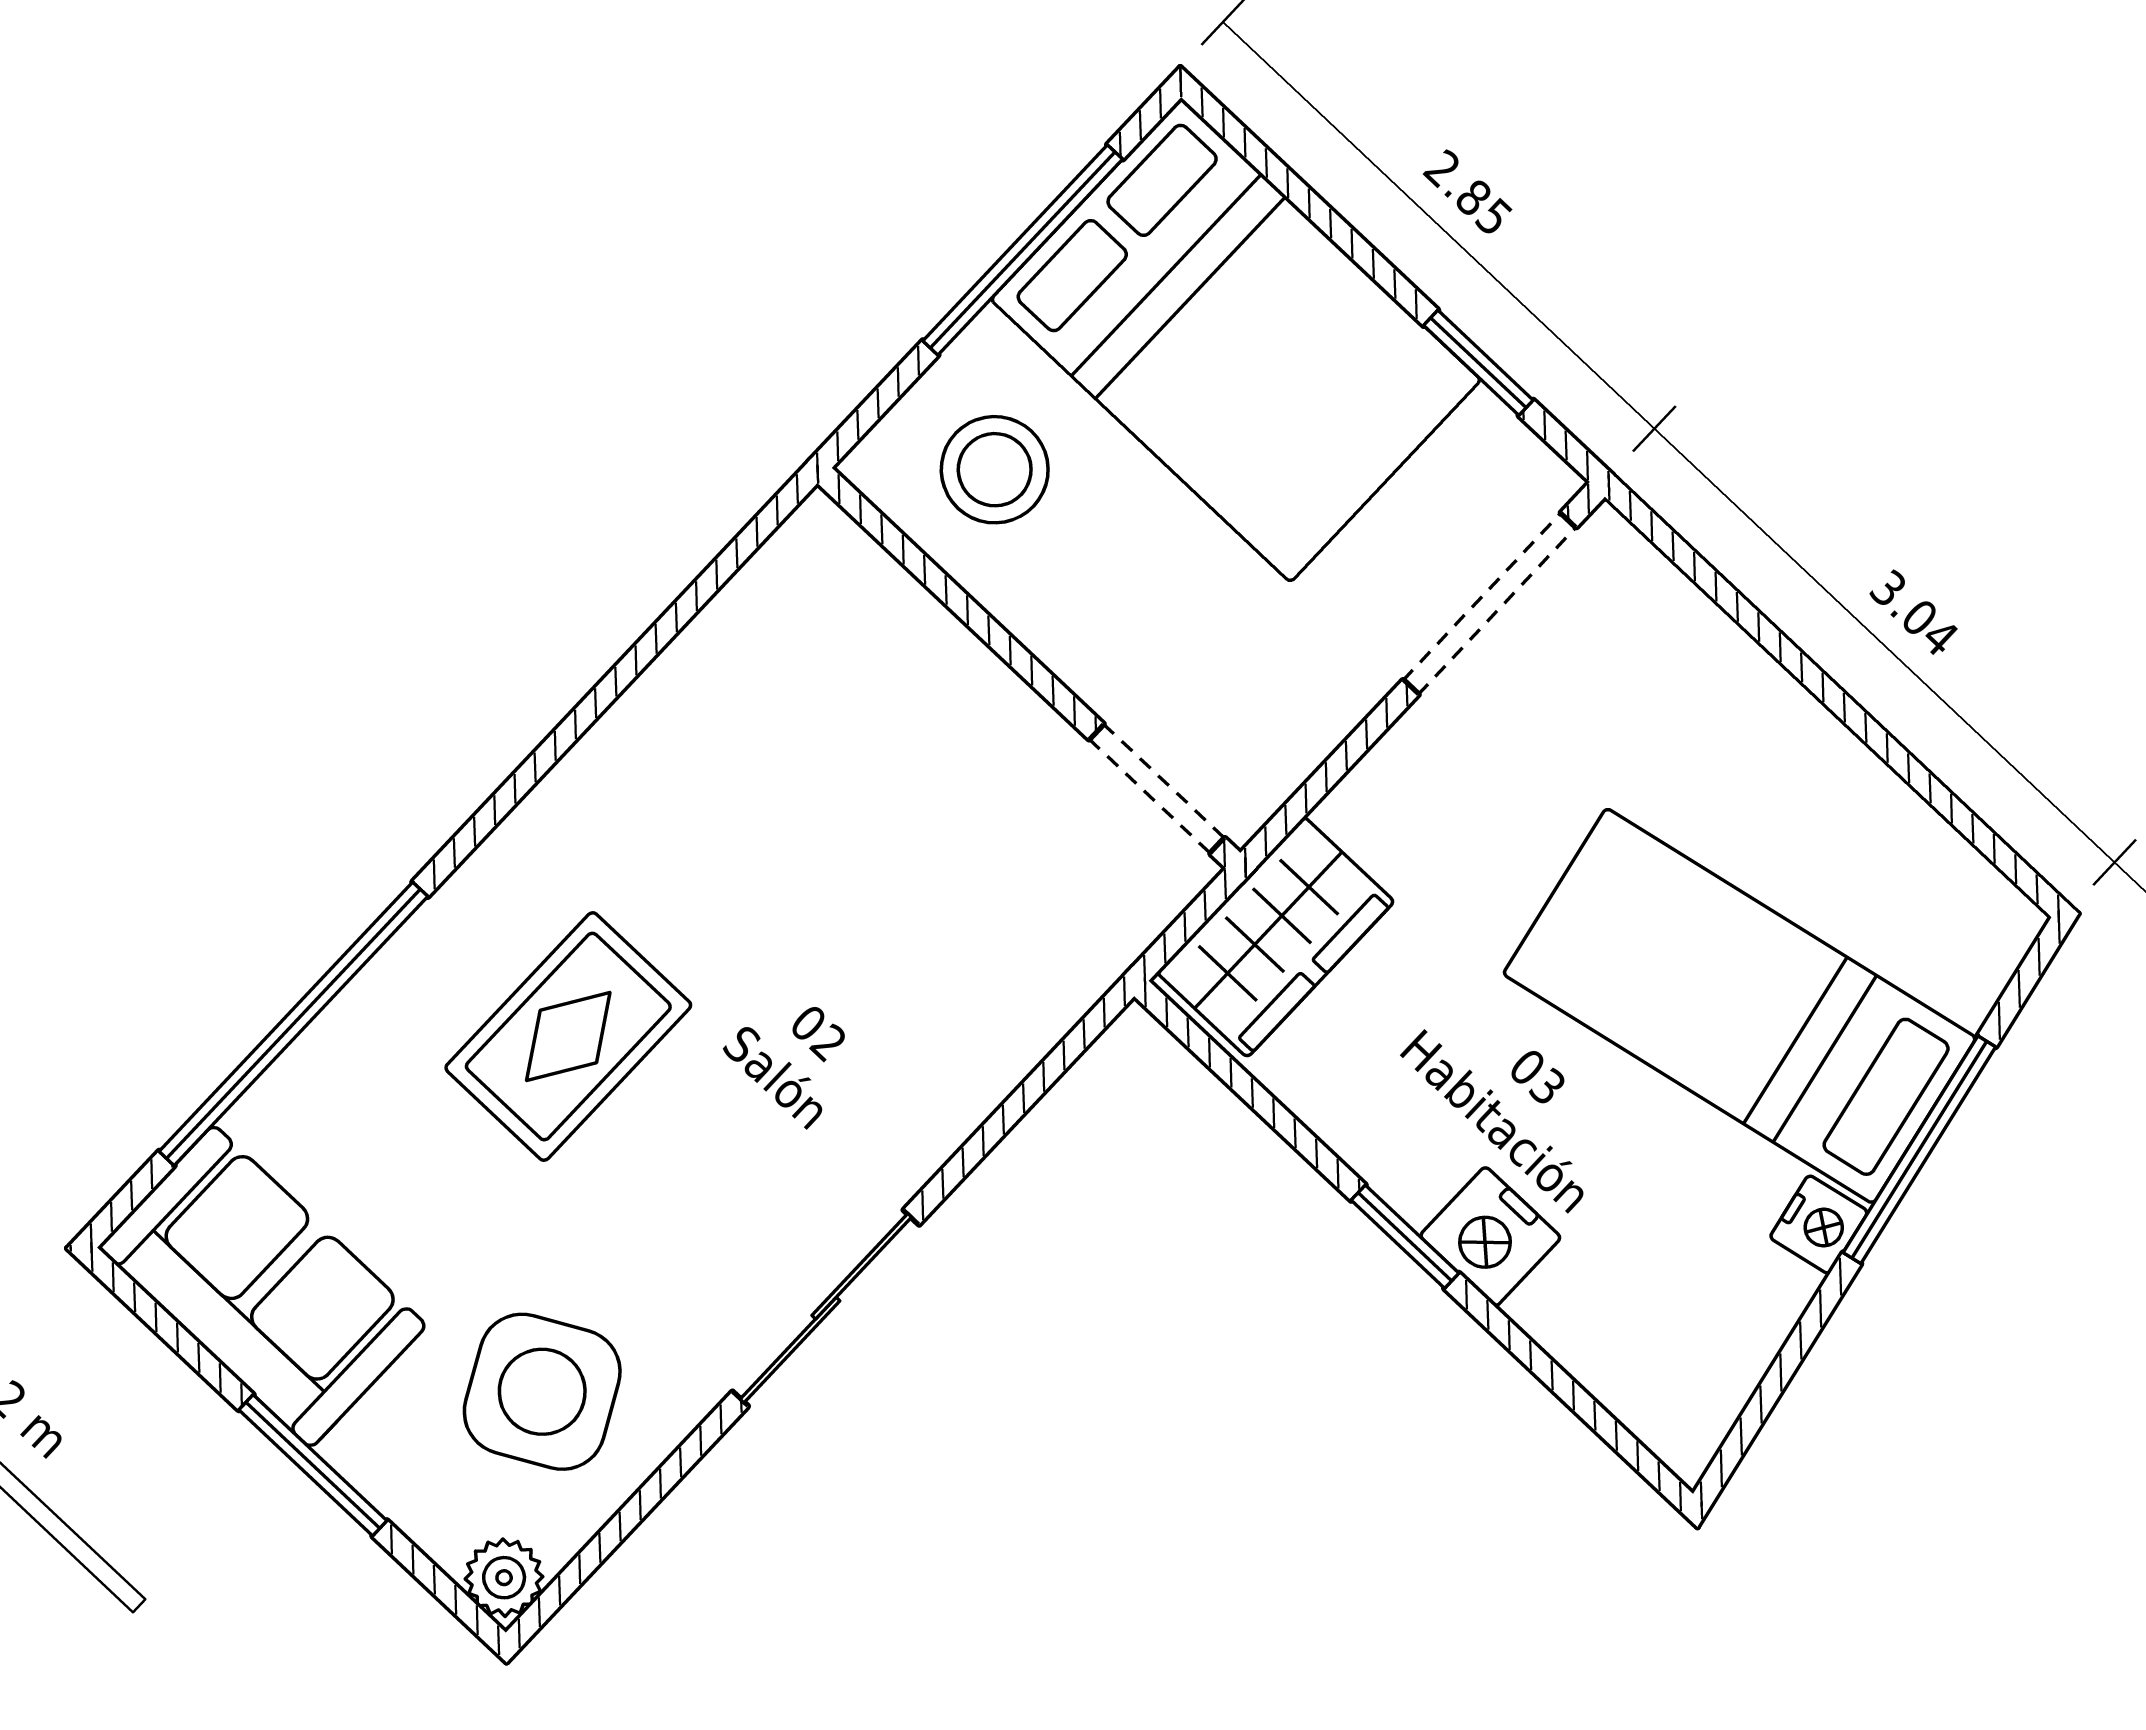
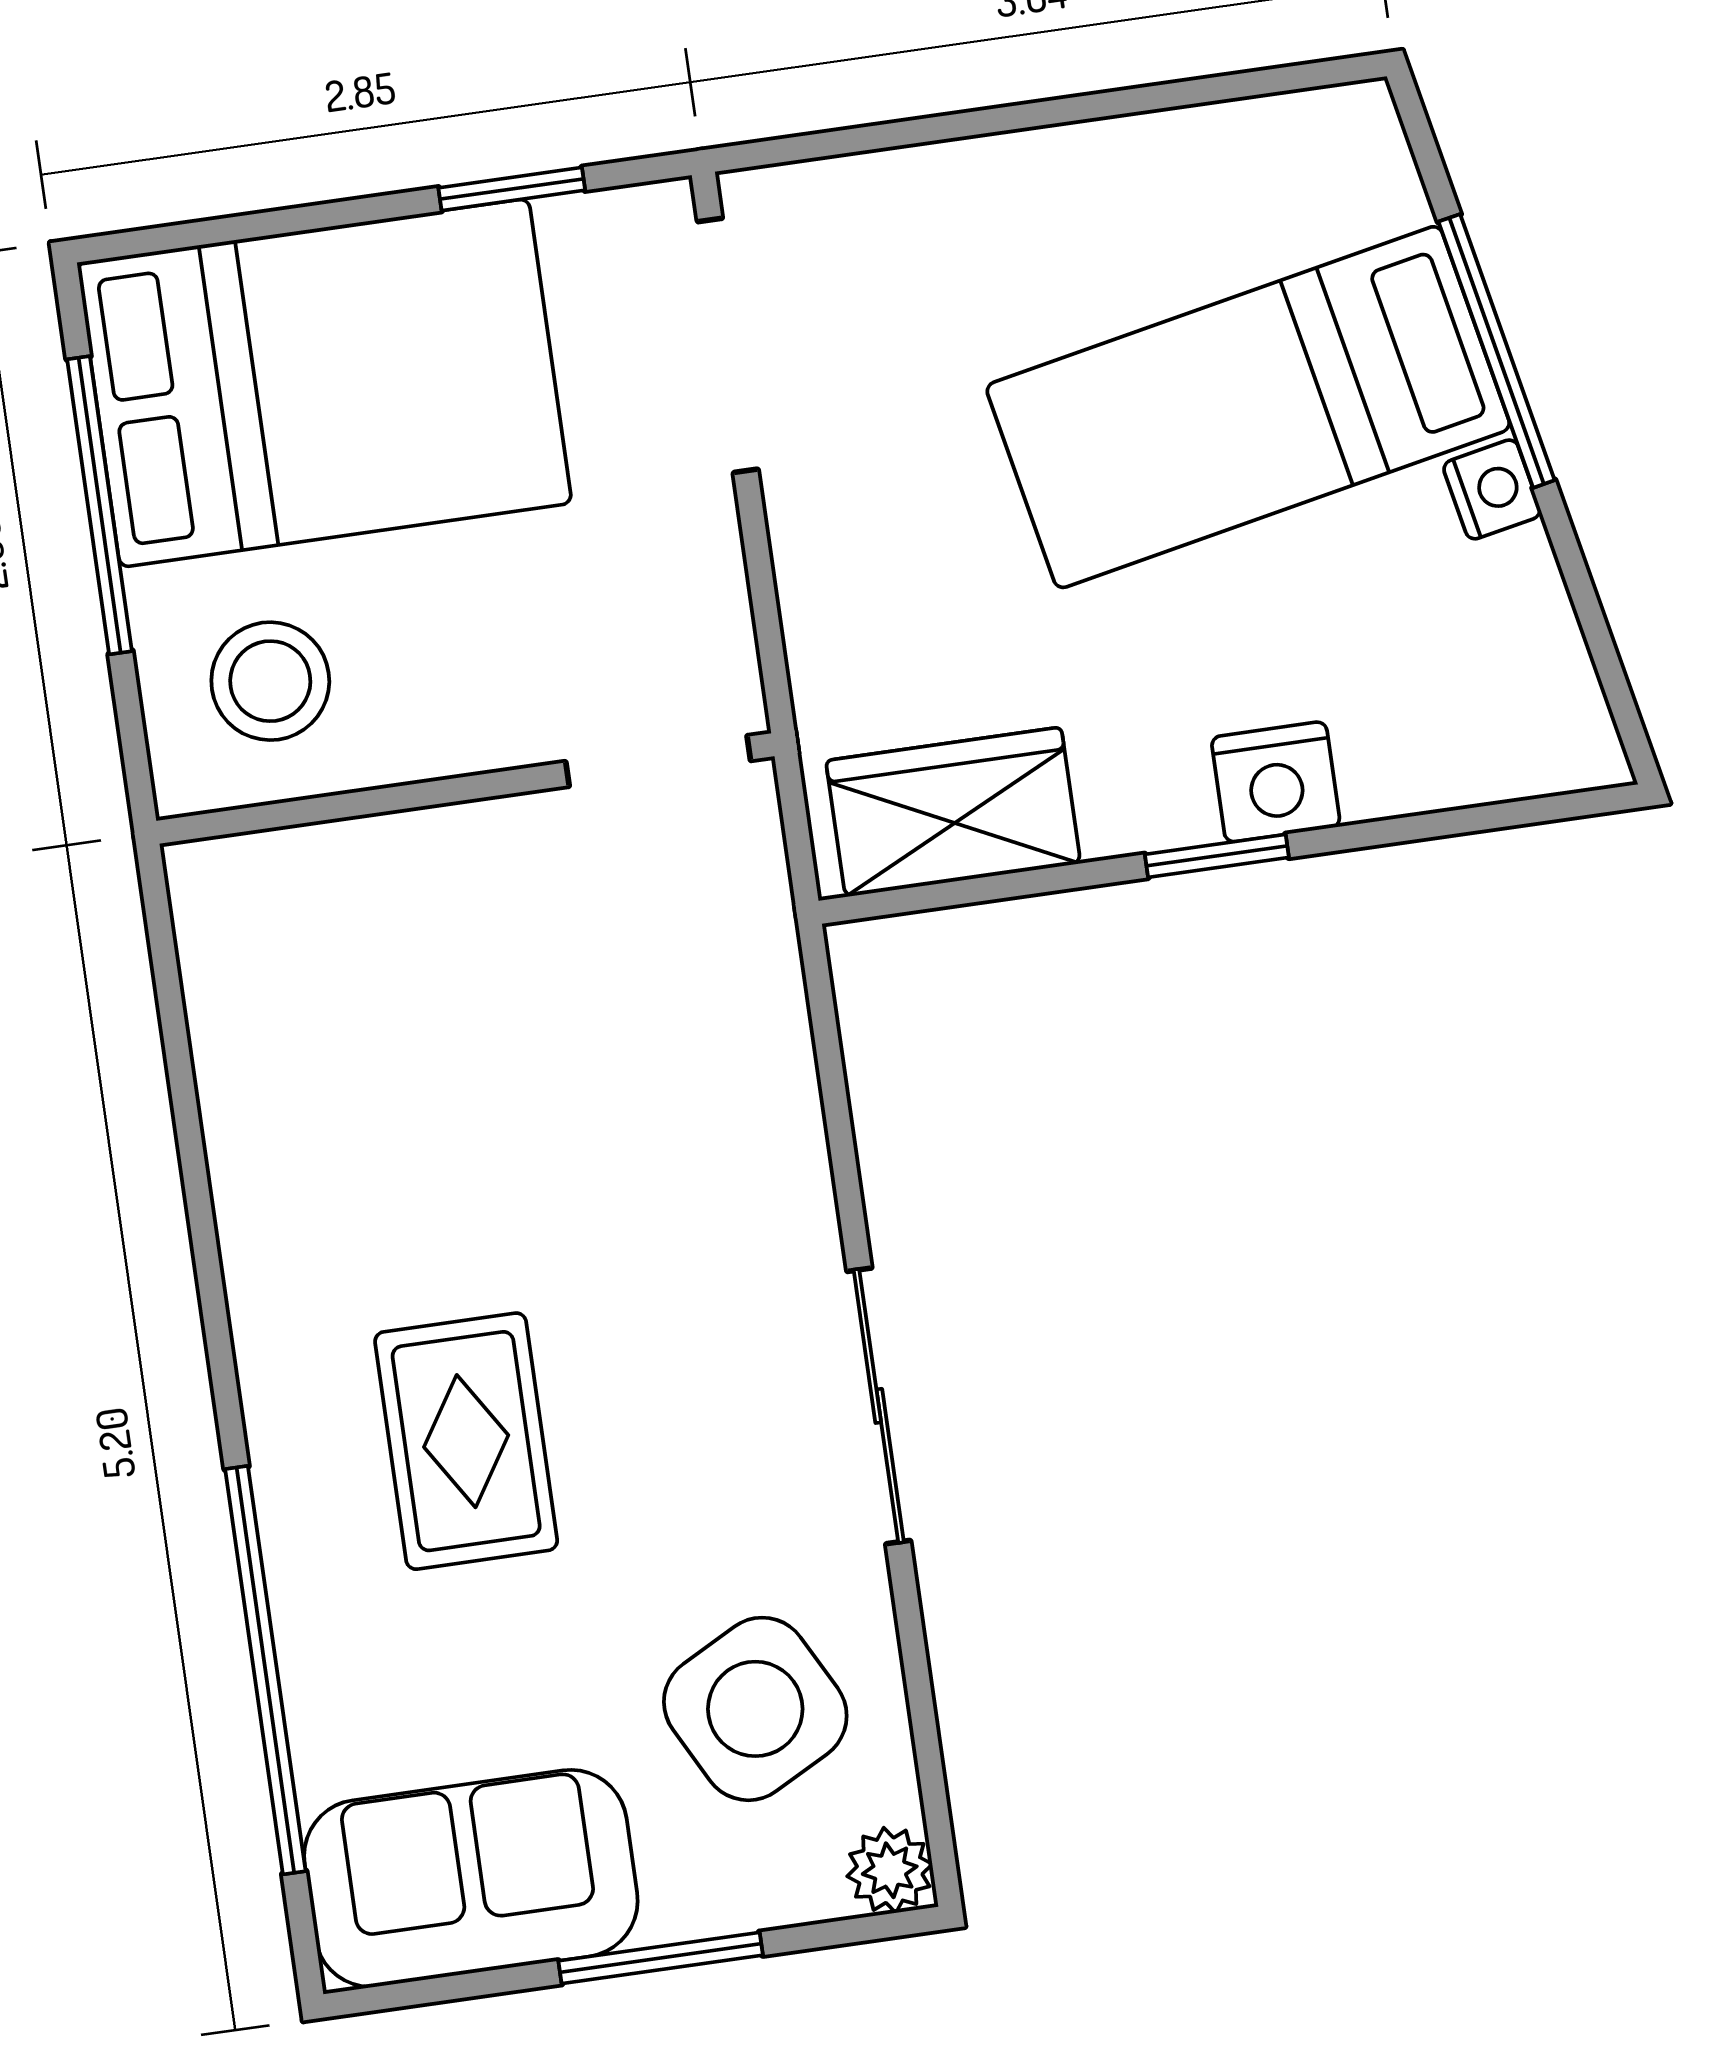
wardrobe: (1276, 937) -> (953, 812), moved, turned -90

